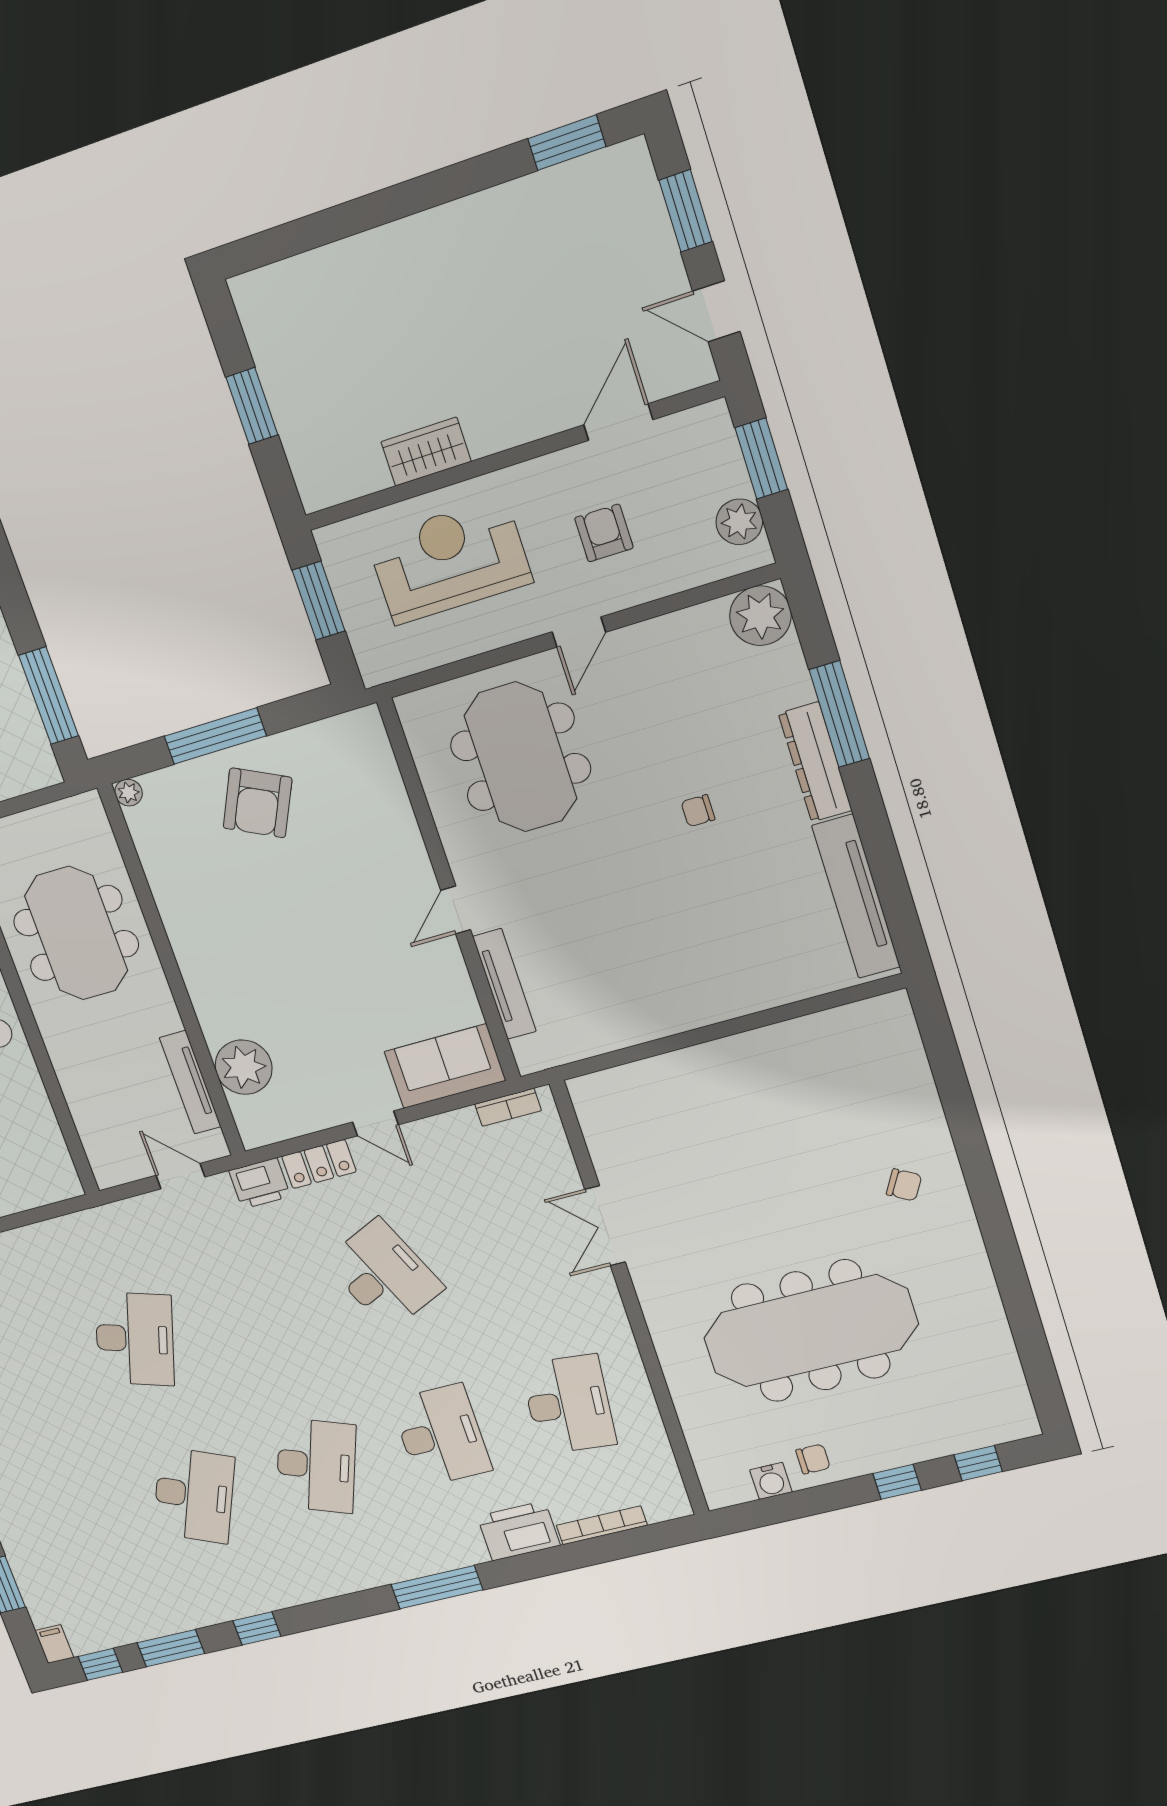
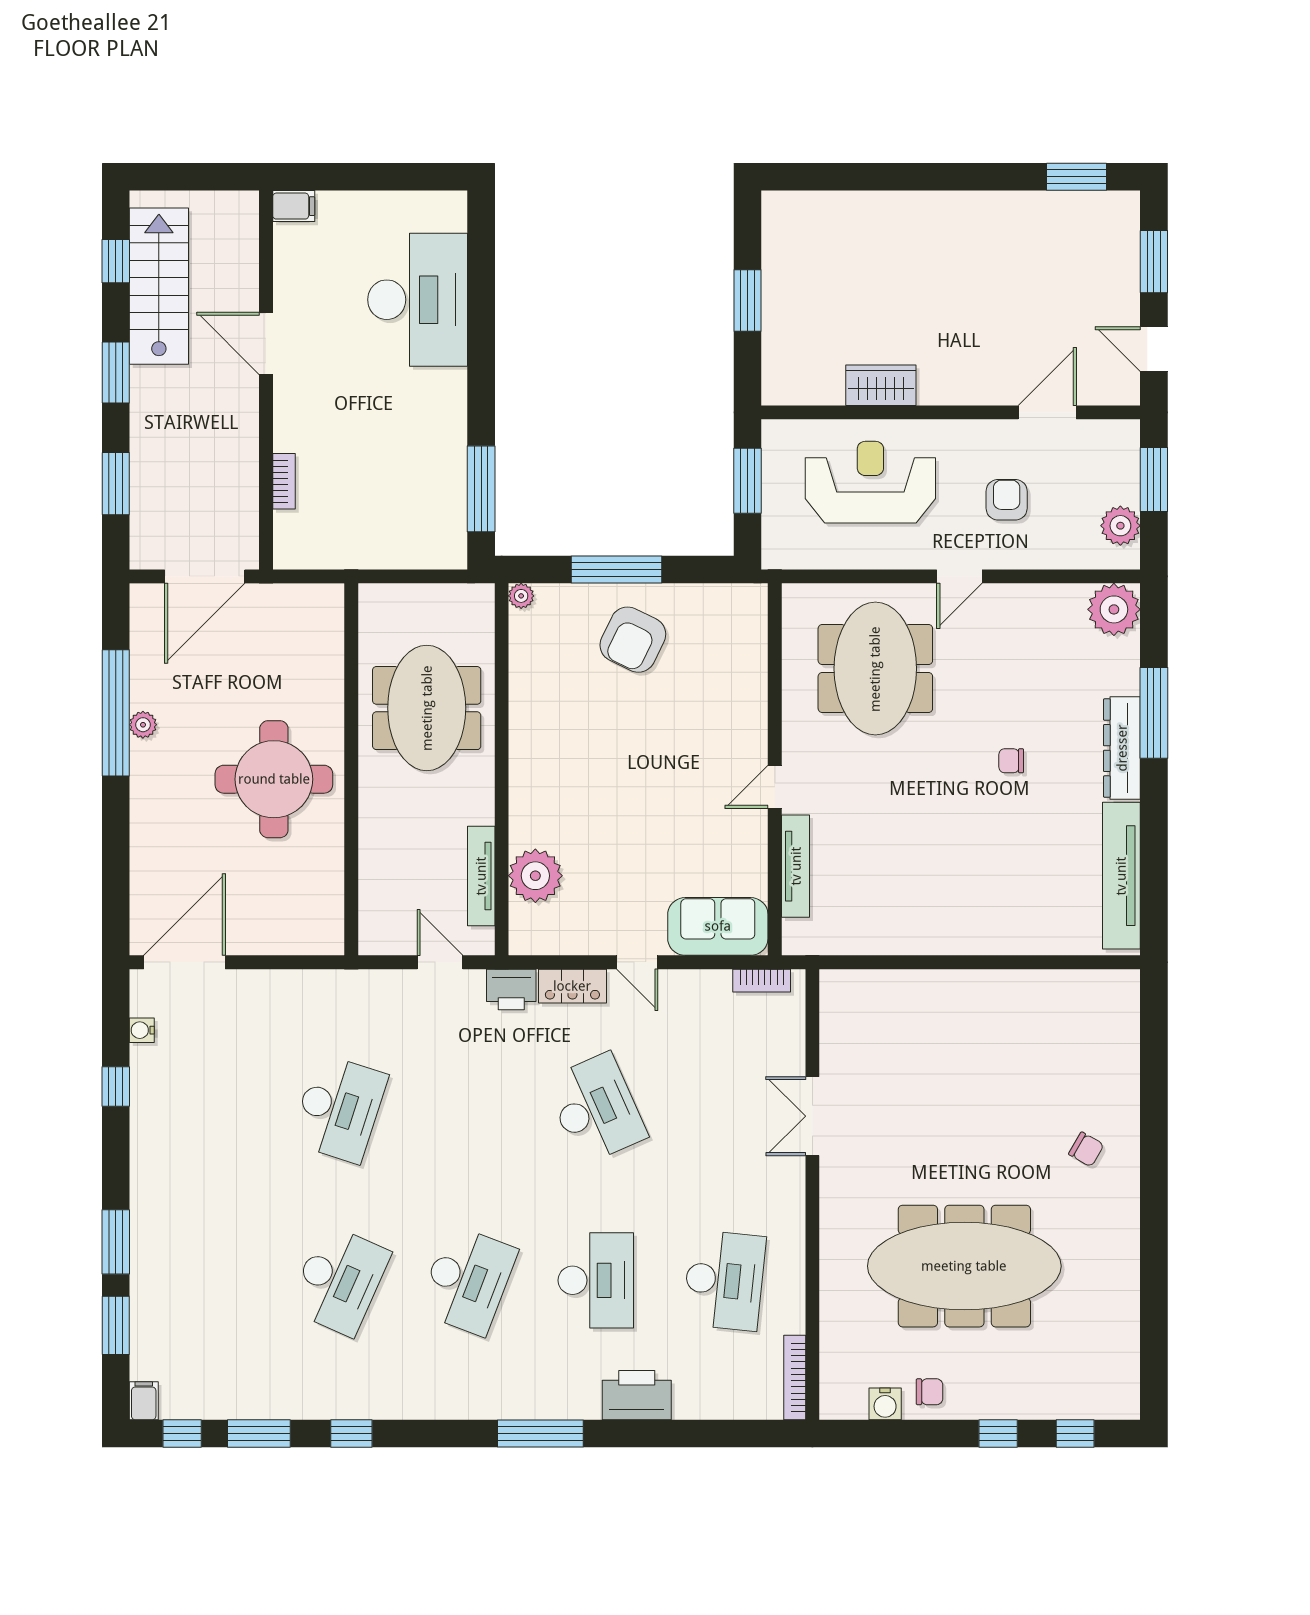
bookcase: (602, 1525) -> (795, 1378), moved, turned -90

